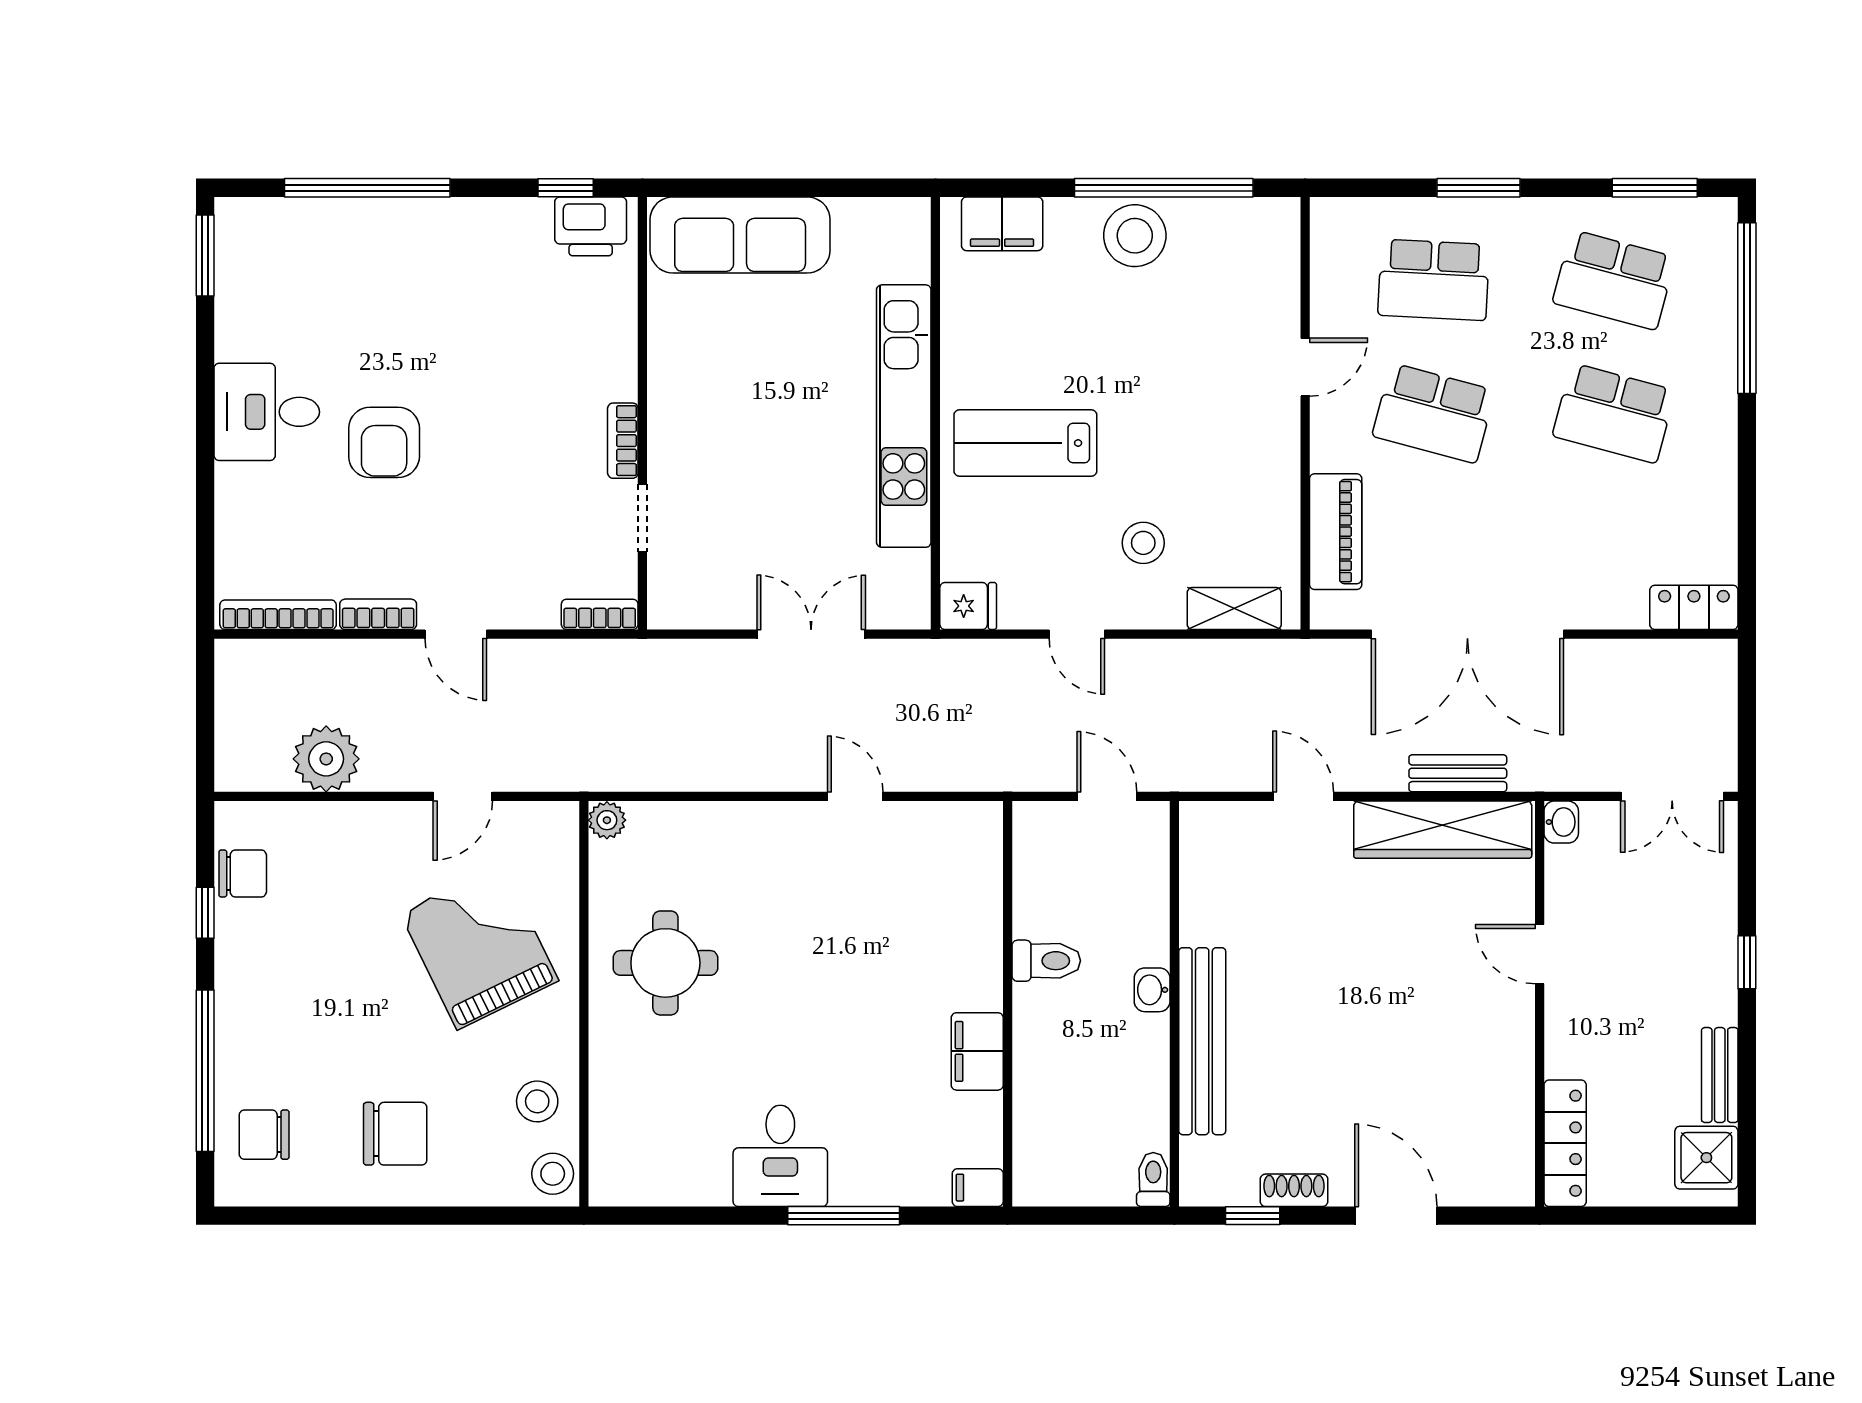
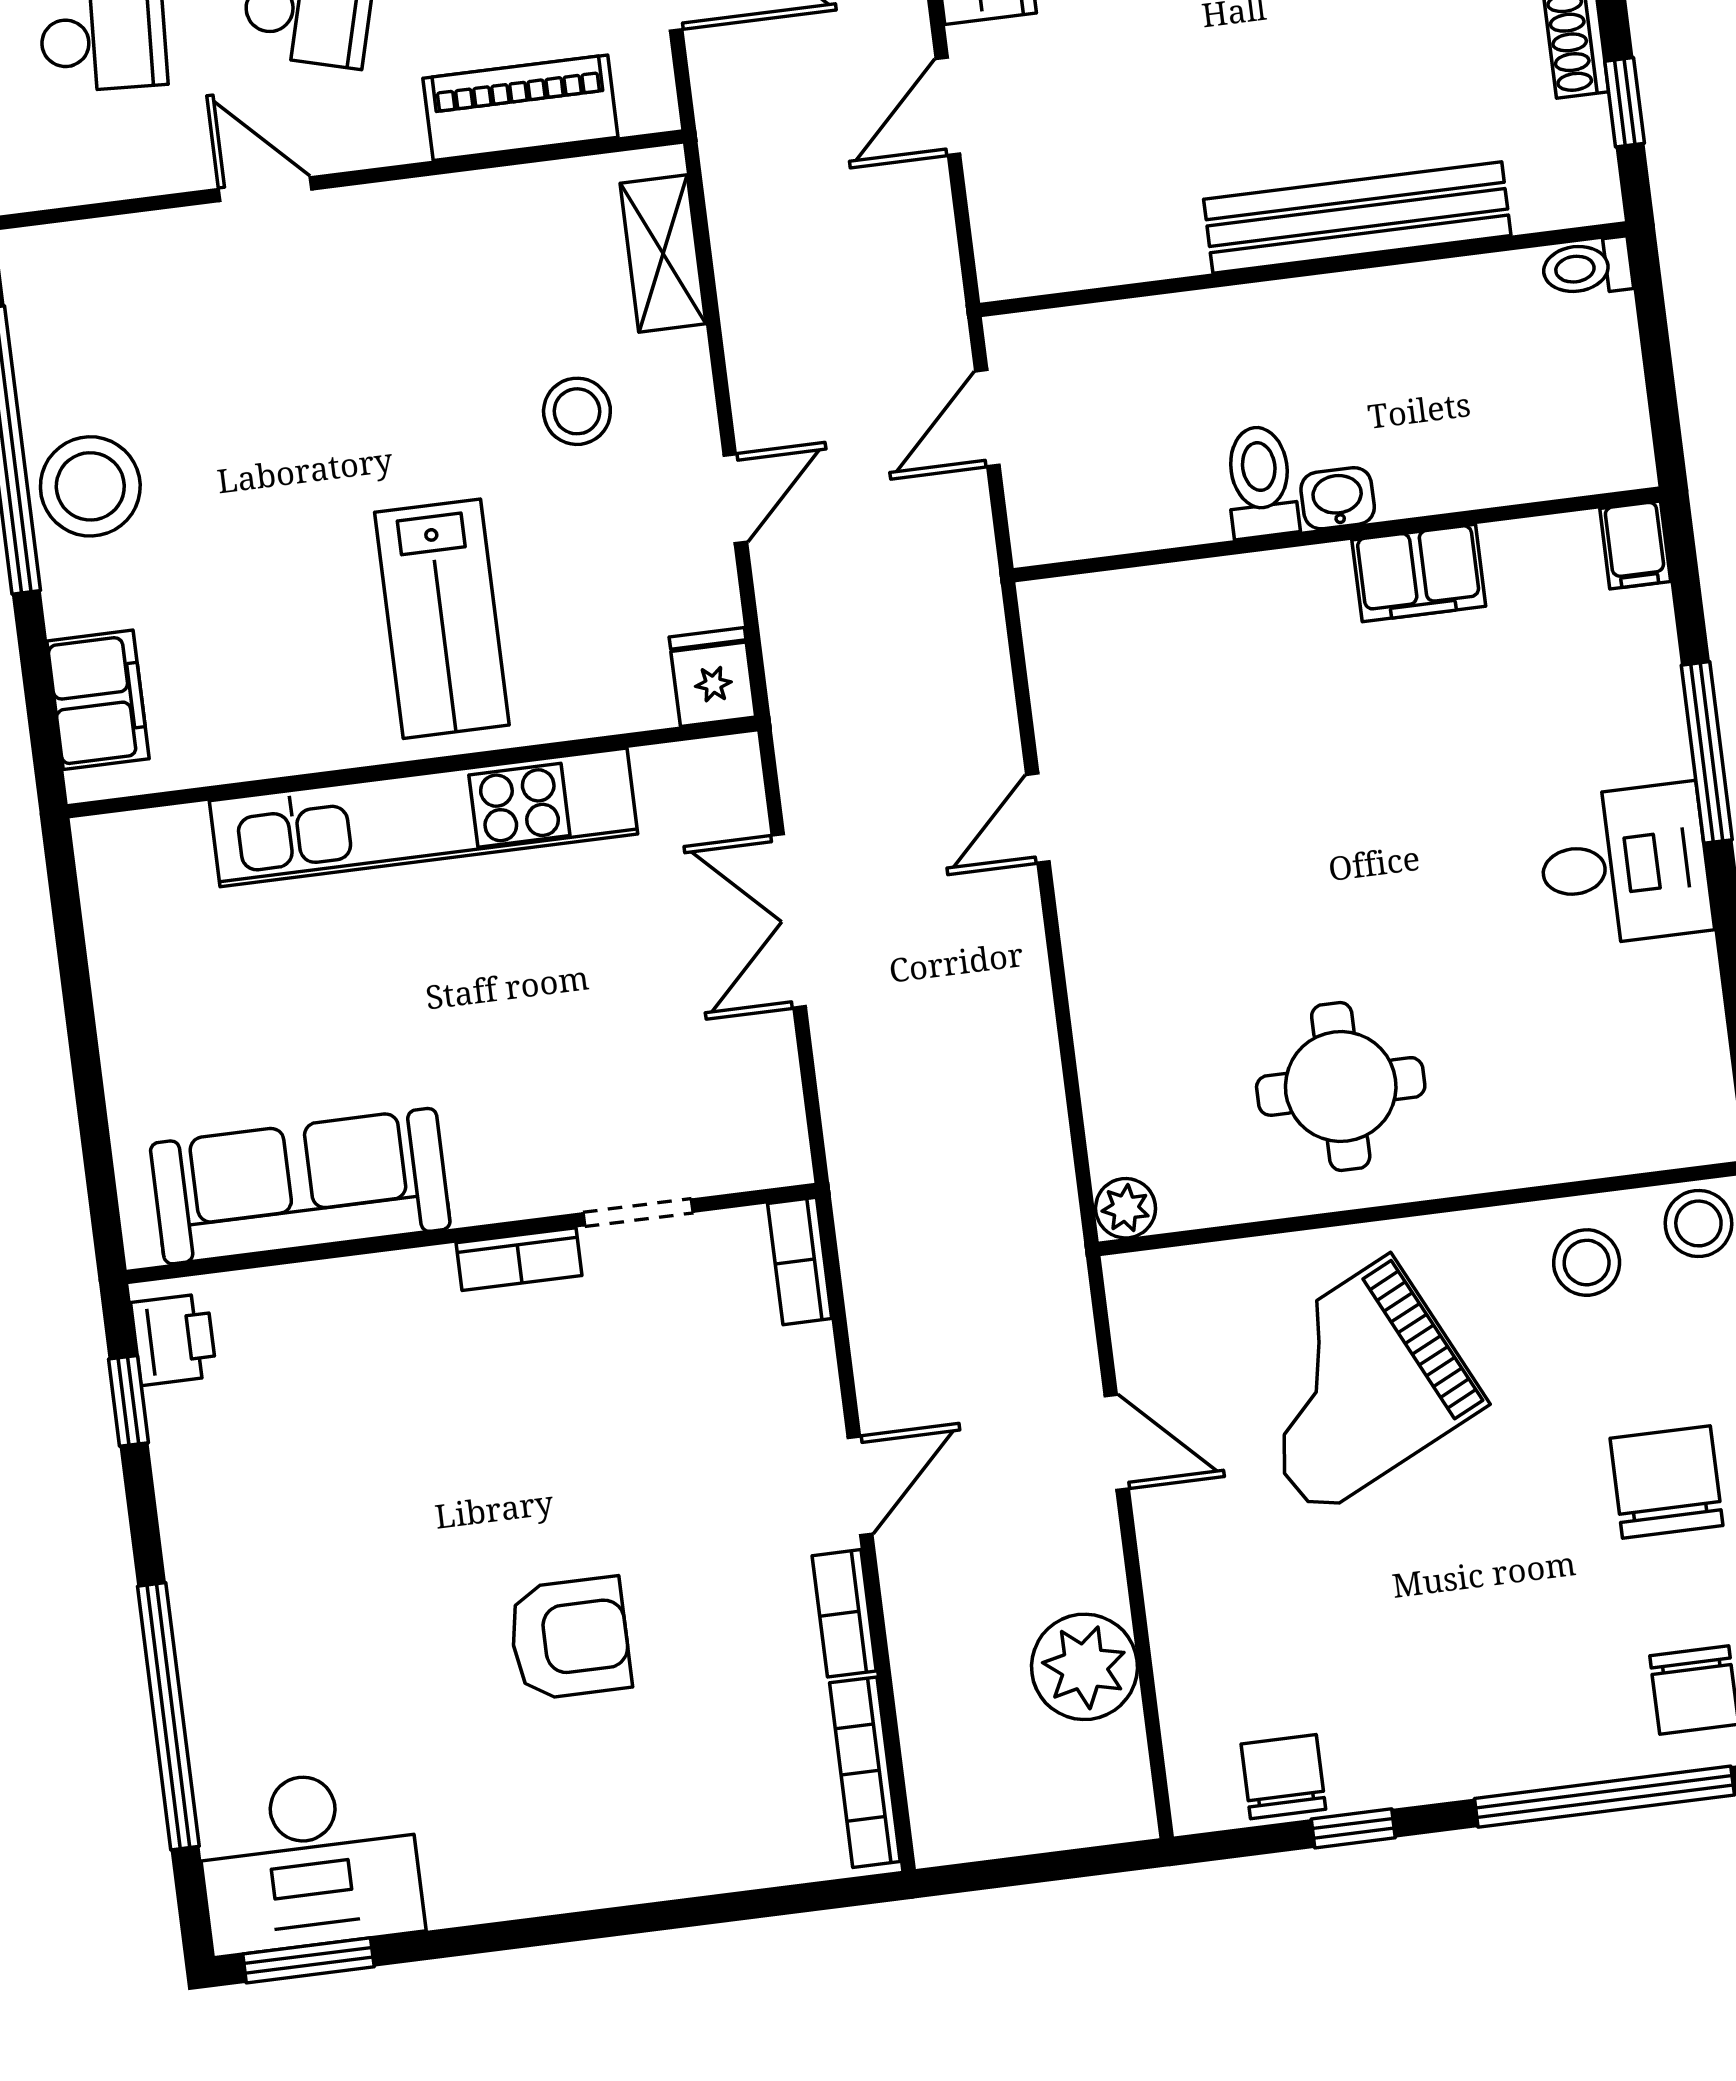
printer: (591, 226) -> (174, 1339), width x0.73, depth x0.81
sofa: (740, 235) -> (300, 1186), moved, turned -90
desk: (267, 412) -> (309, 1861), moved, width x1.37
washbasin: (1152, 990) -> (1338, 498), moved, turned 180

